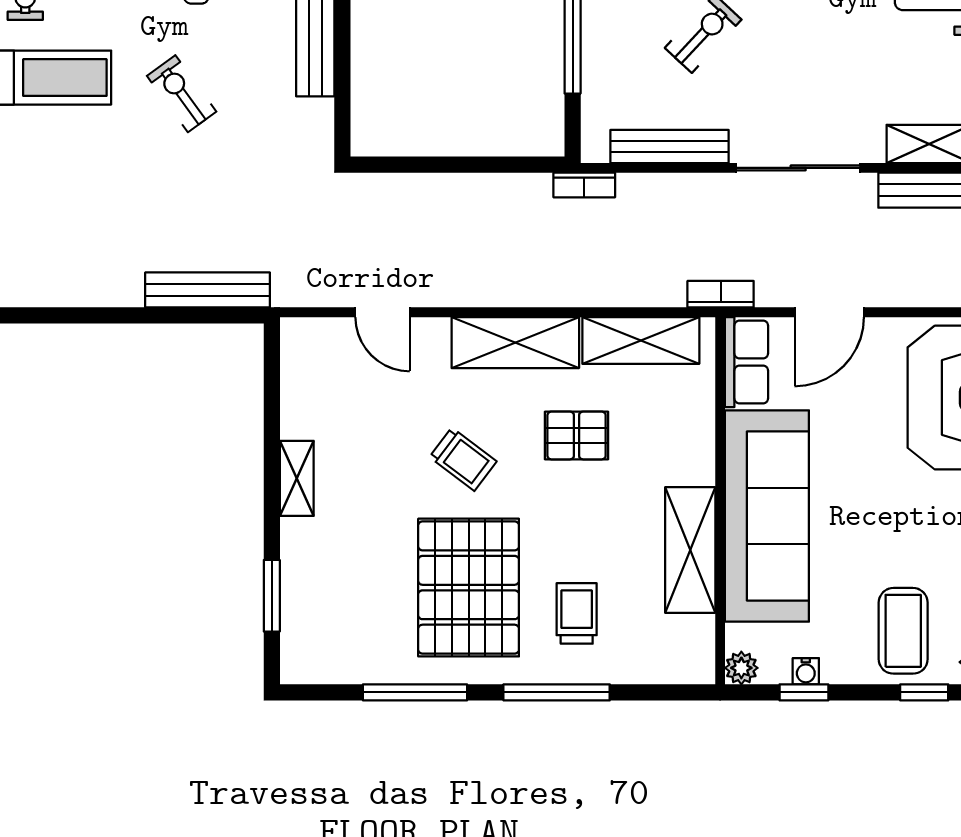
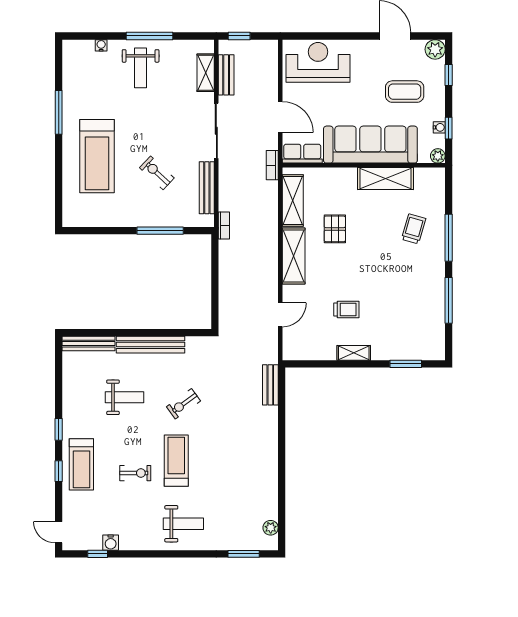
bench: (208, 290) -> (270, 385), width x0.73
trolley: (463, 459) -> (346, 309), moved, turned 53
pallet: (469, 588) -> (402, 277), removed
trolley: (577, 613) -> (414, 229), turned 106
coffee table: (903, 631) -> (405, 92), moved

